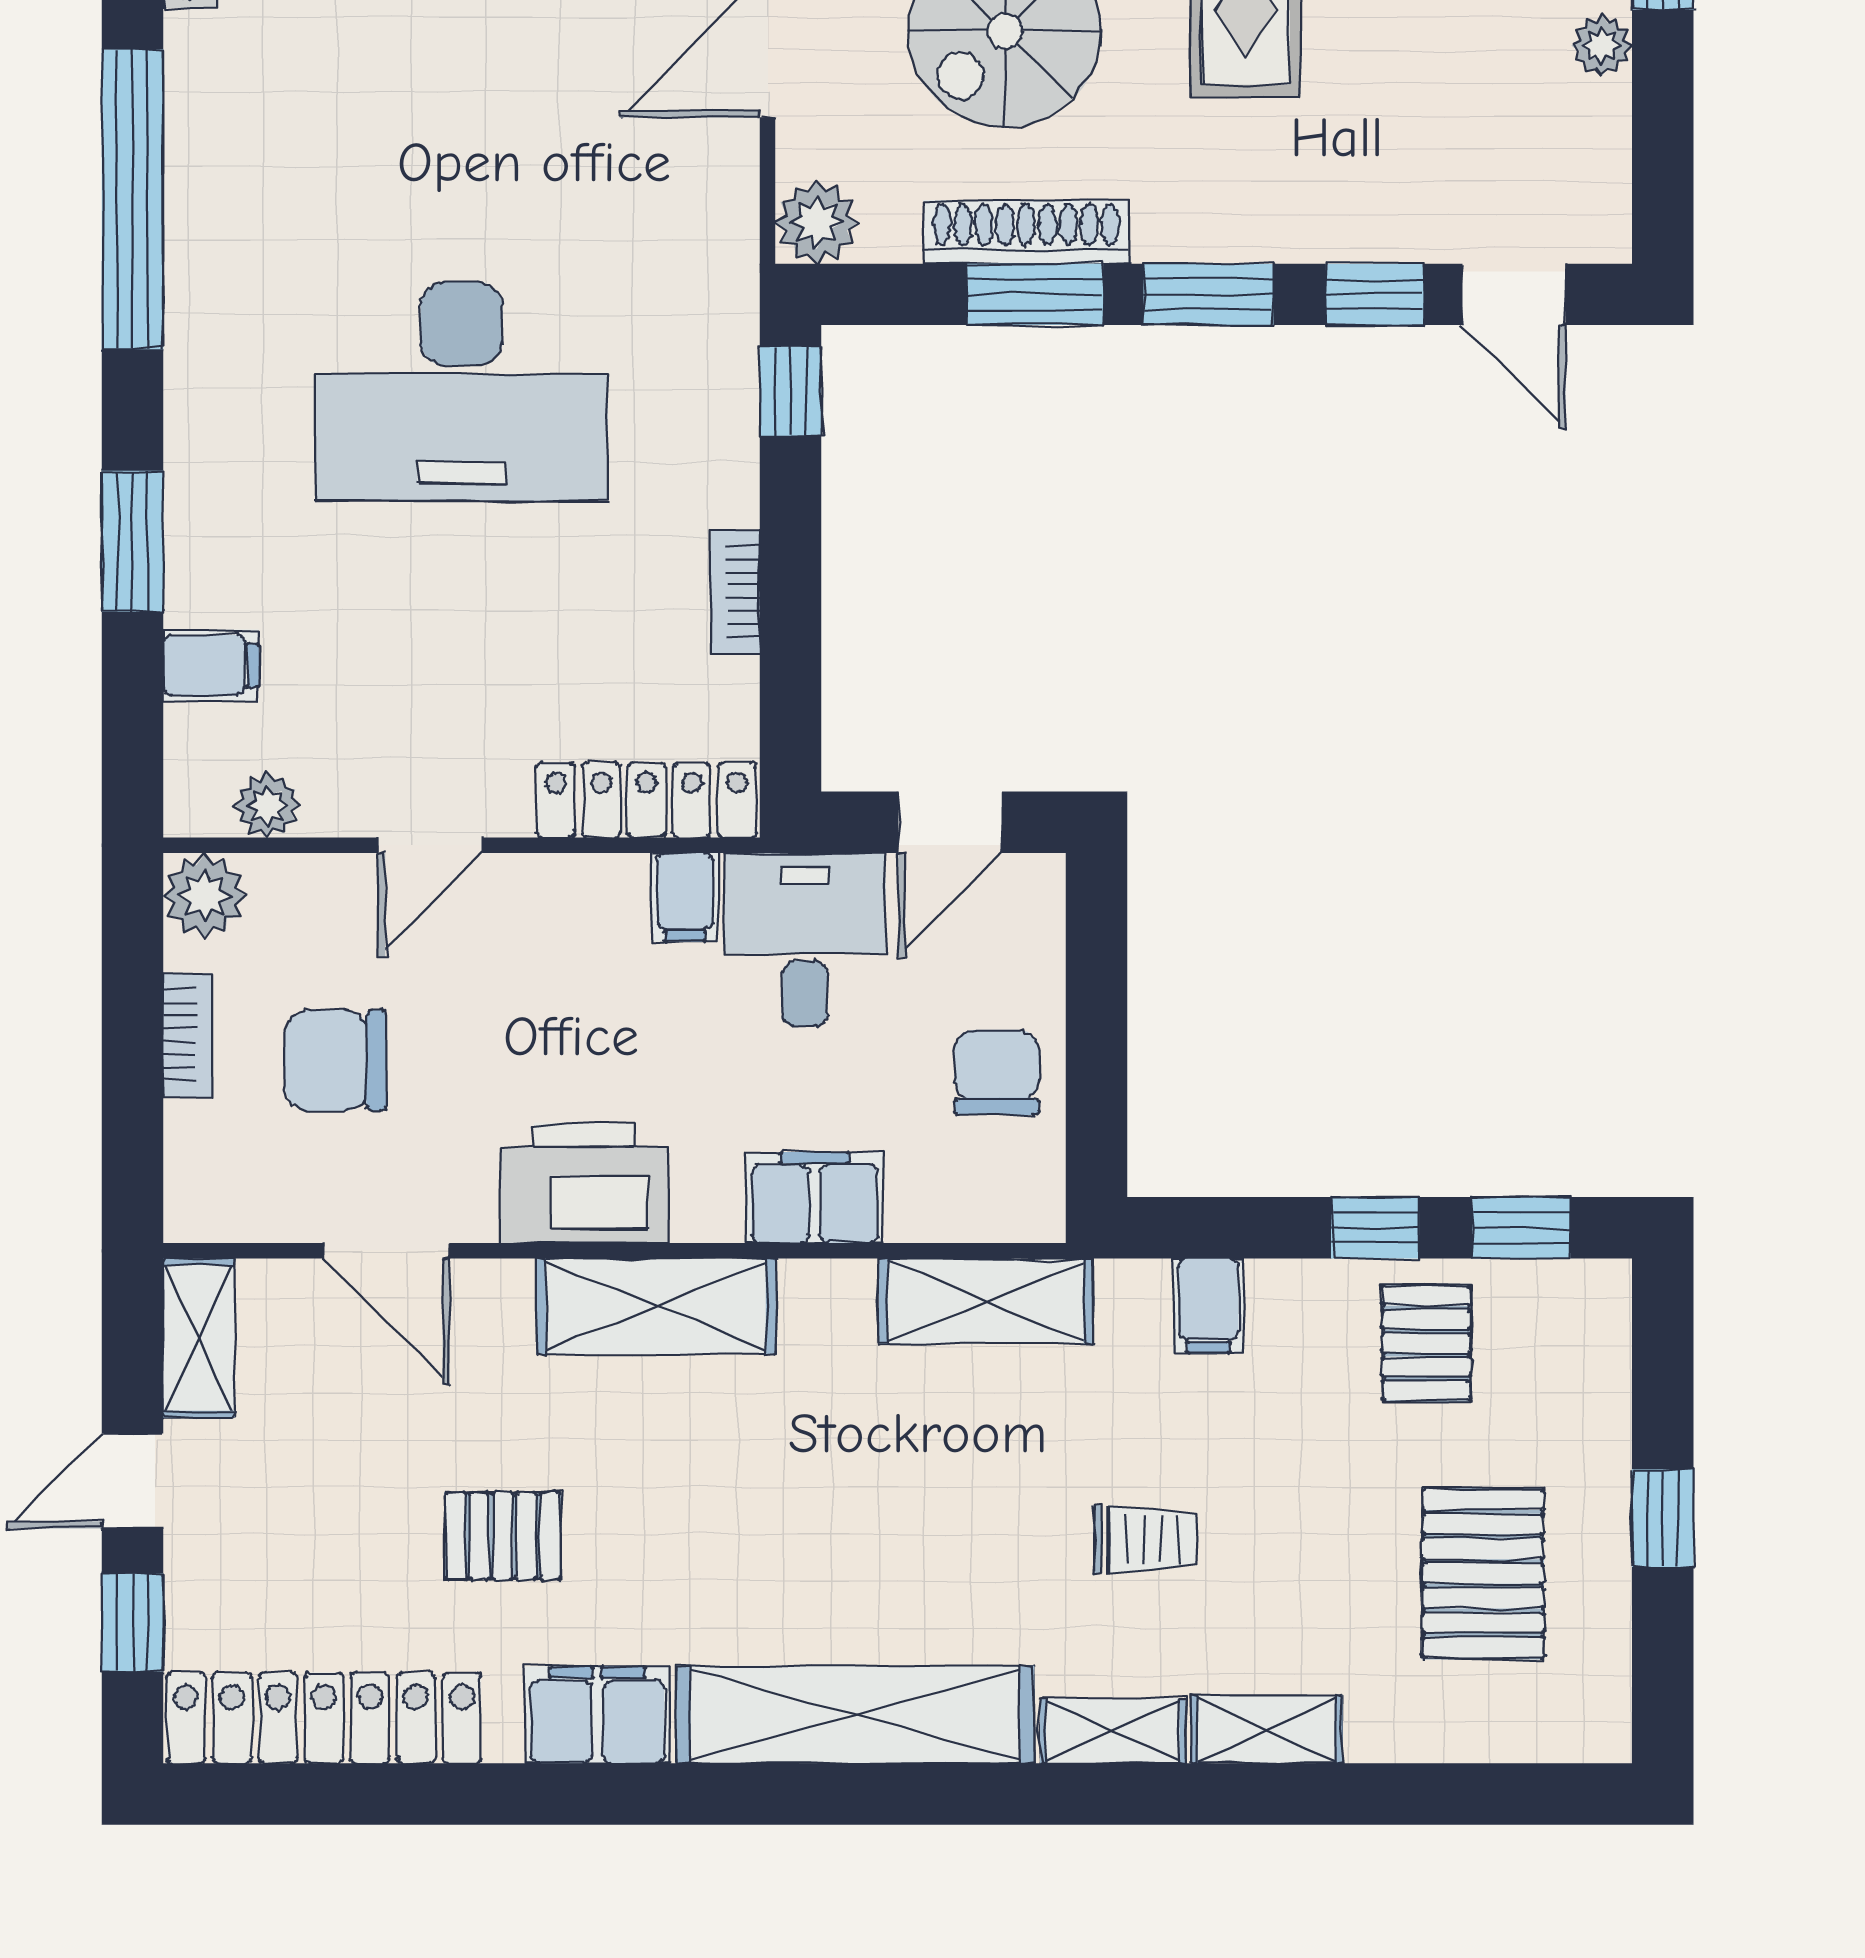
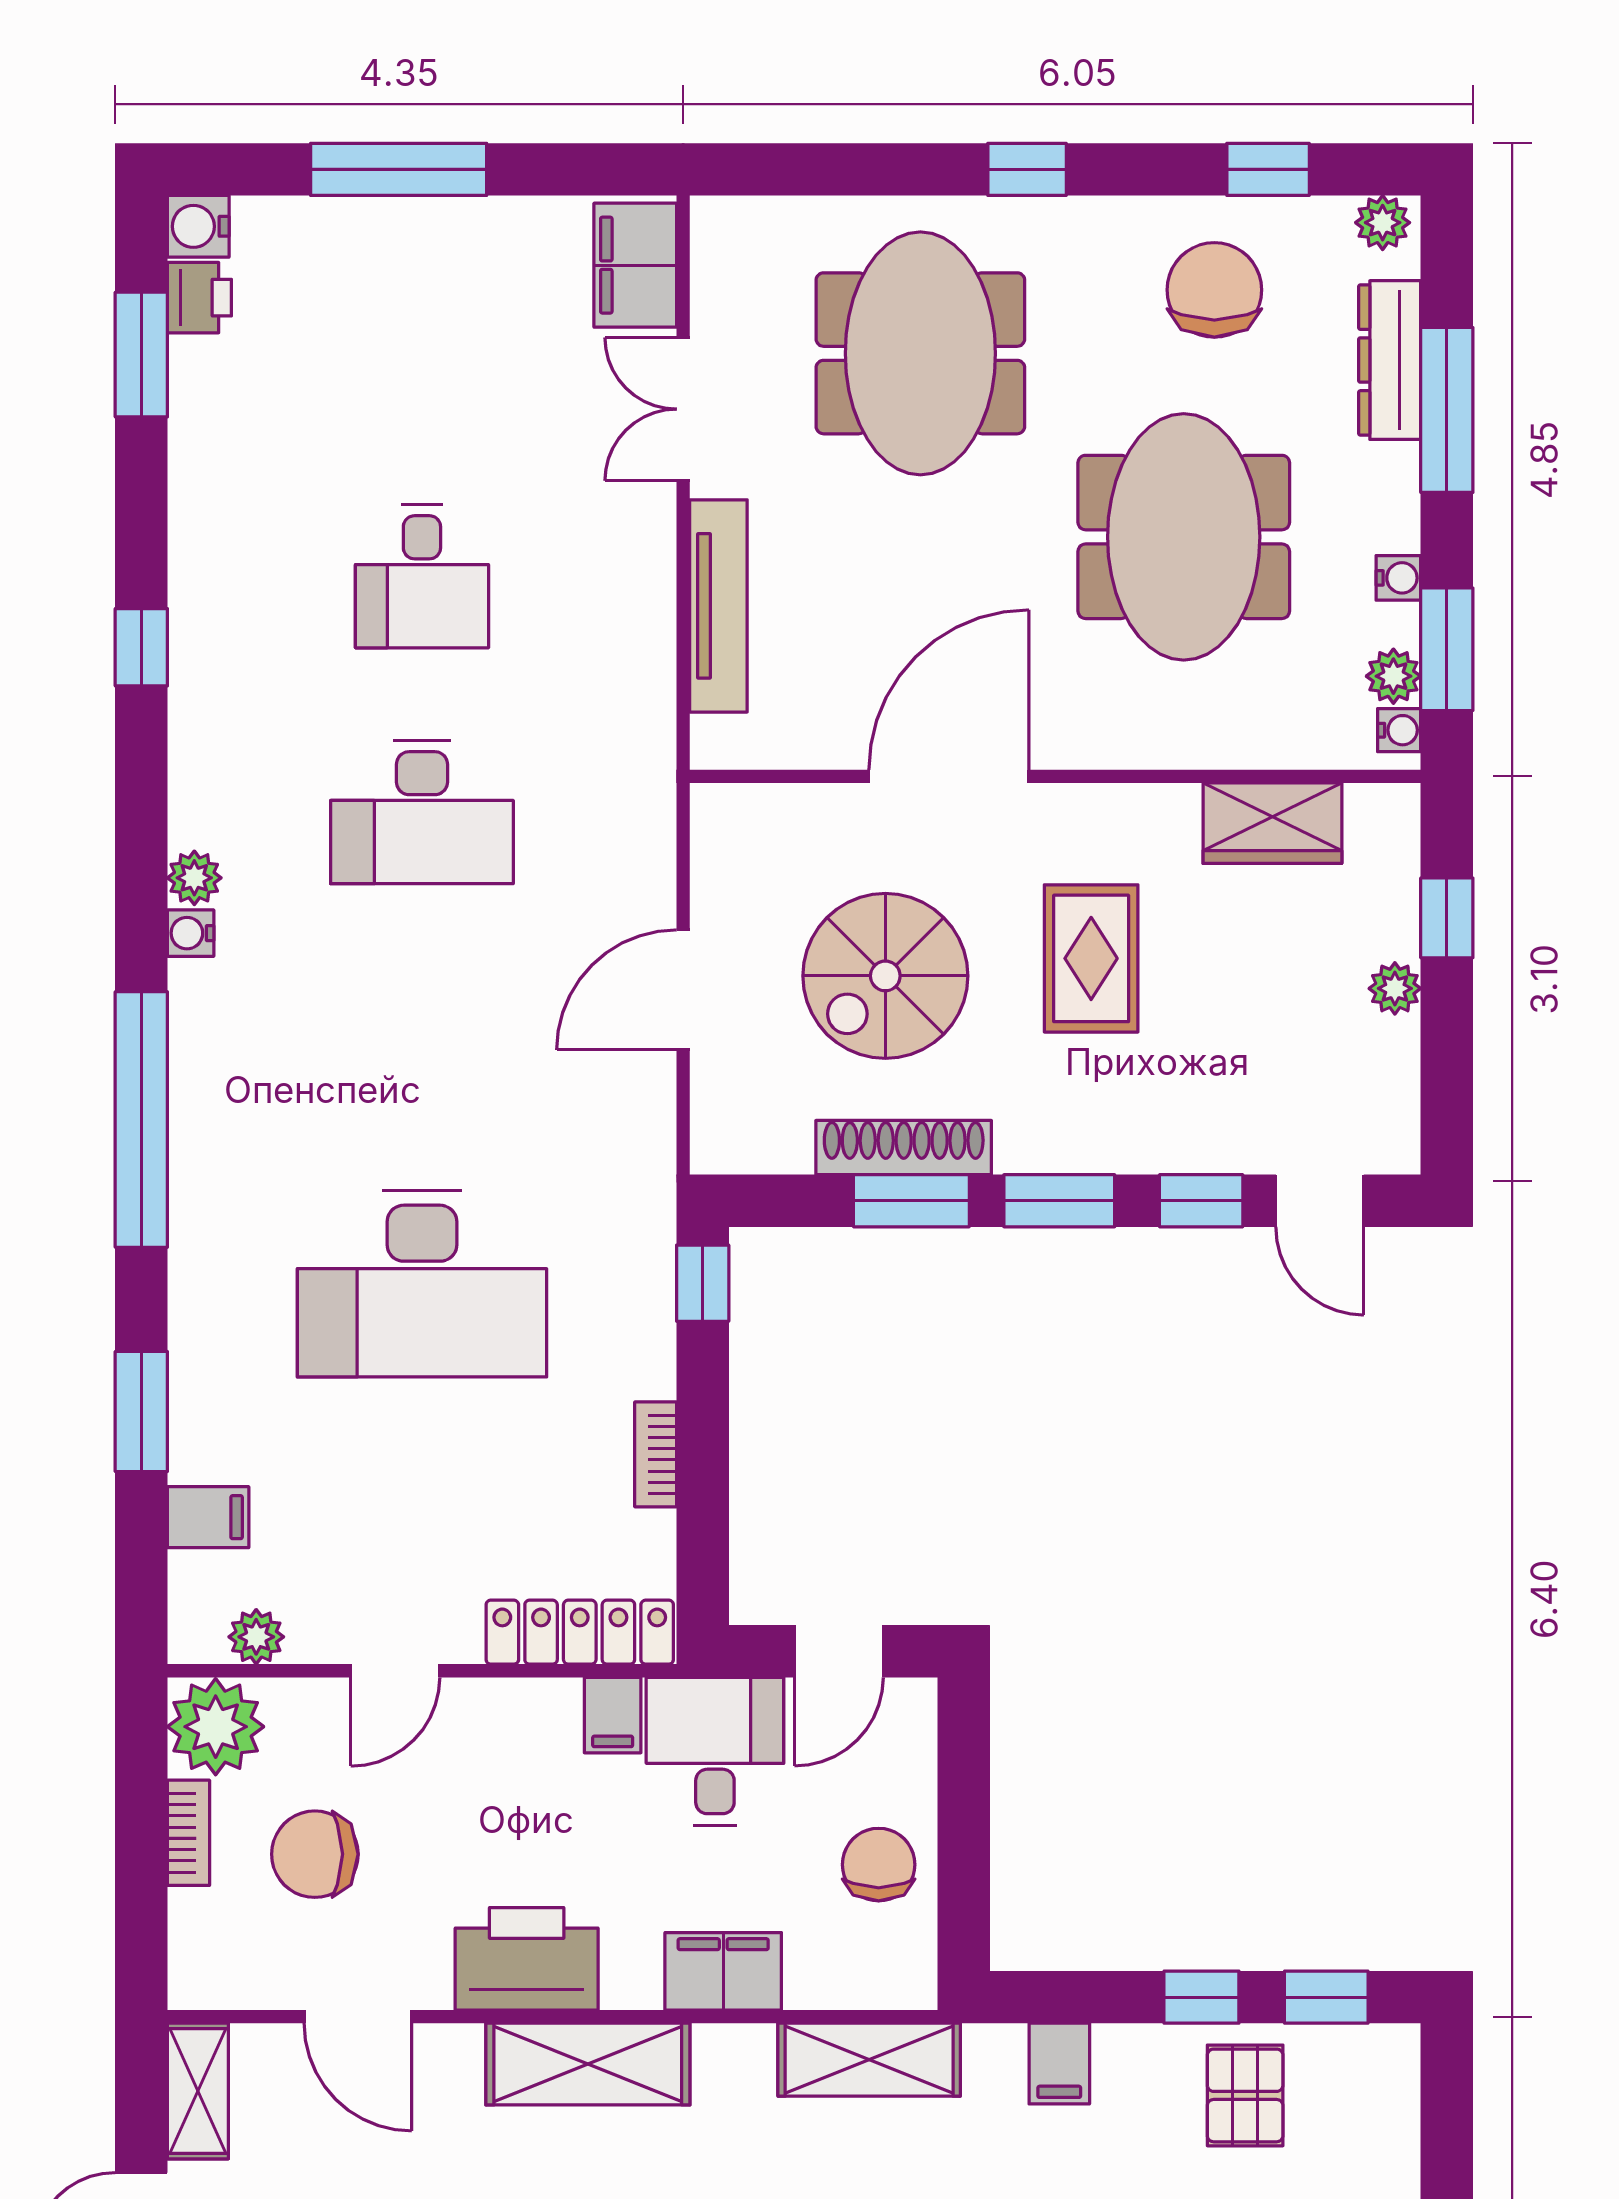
plant: (817, 222) -> (725, 1139), removed
plant: (205, 896) -> (216, 1727), width x1.36, depth x1.36

